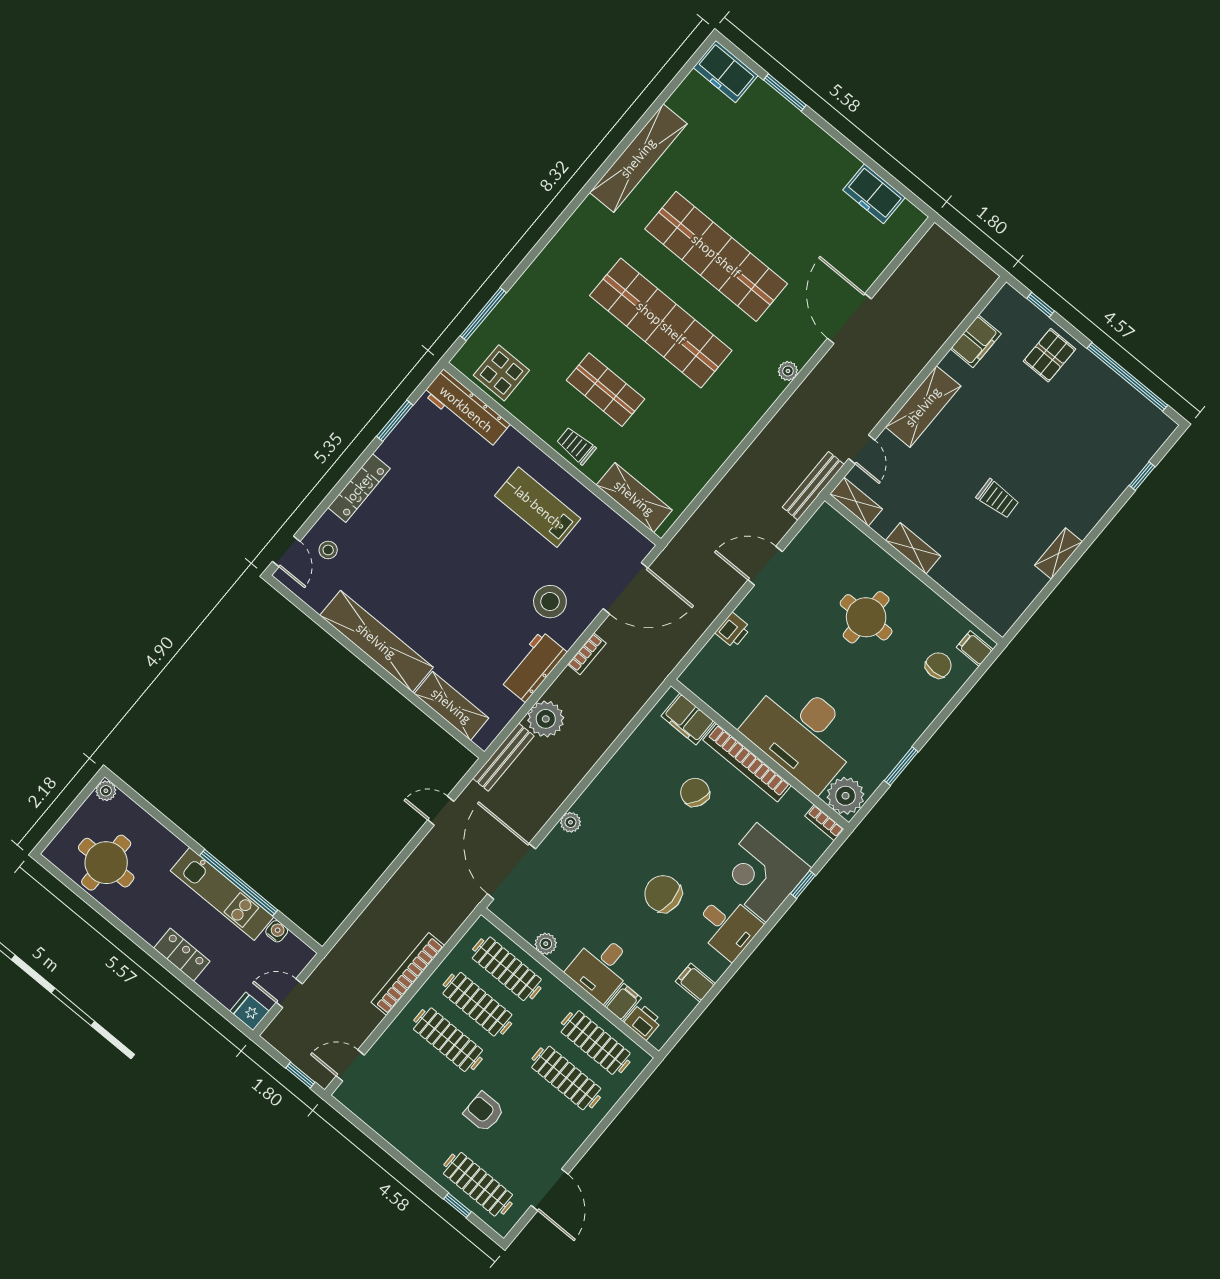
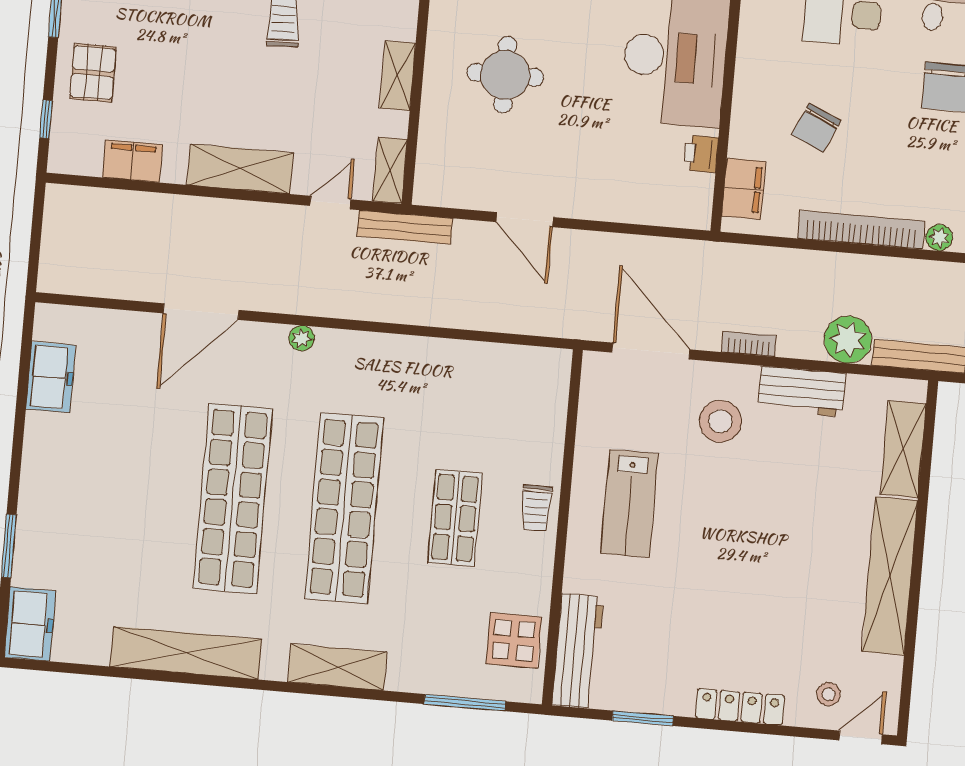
pallet: (1050, 355) -> (93, 73), turned 90
shelving: (634, 498) -> (337, 667), moved, turned 90
printer: (733, 630) -> (701, 154), moved, turned -90
bookcase: (747, 763) -> (861, 230), moved, turned -90

